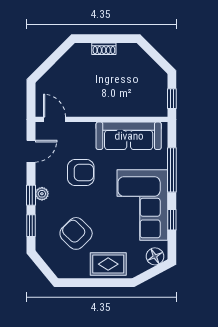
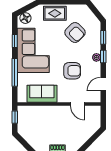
door: (54, 119) -> (78, 104), moved
sofa: (129, 136) -> (42, 94), width x0.73
armchair: (81, 172) -> (72, 71), turned 180

